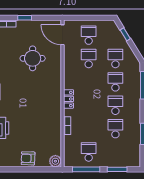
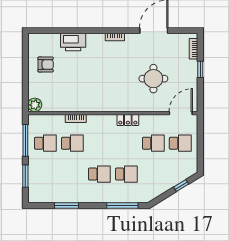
school desk: (115, 58) -> (153, 174), removed
locker: (69, 99) -> (128, 120), moved
school desk: (115, 129) -> (72, 143), moved
armchair: (28, 158) -> (46, 64), moved, turned 88

